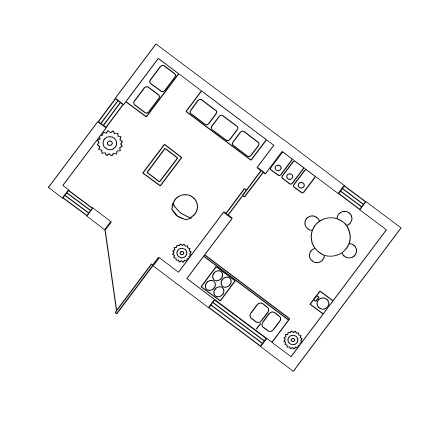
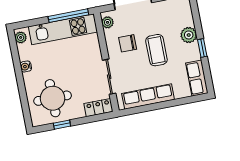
coffee table: (162, 165) -> (156, 50), width x1.36, depth x1.30
chair: (185, 207) -> (128, 43), turned 90
window: (238, 323) -> (68, 16), moved

